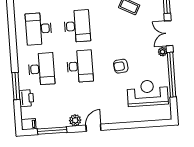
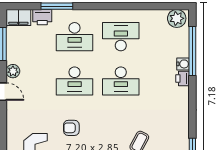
armchair: (121, 66) -> (71, 128), turned -84
filing cabinet: (29, 124) -> (18, 17), width x2.00

